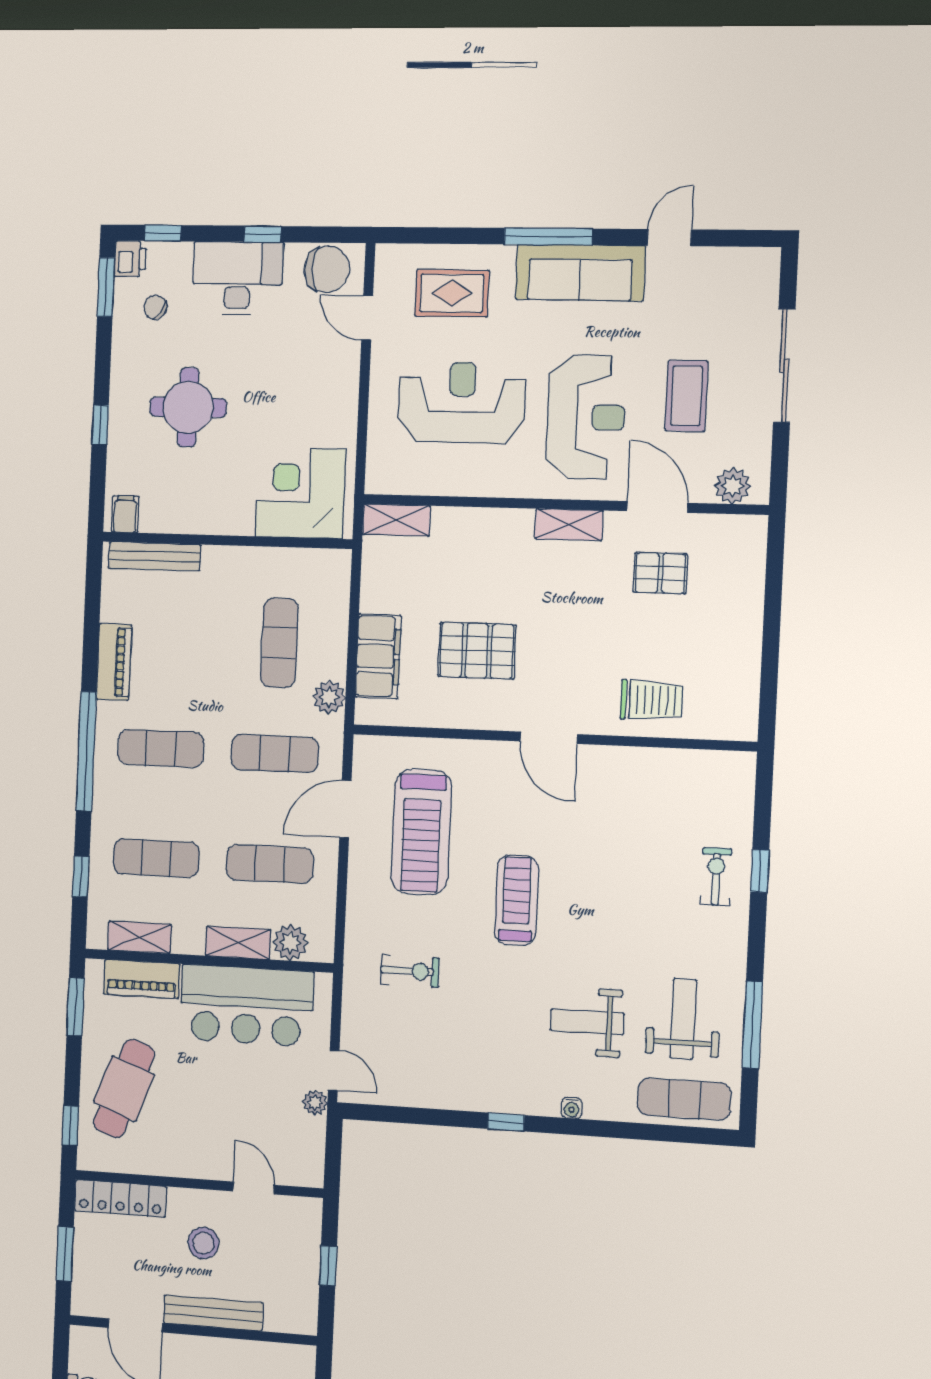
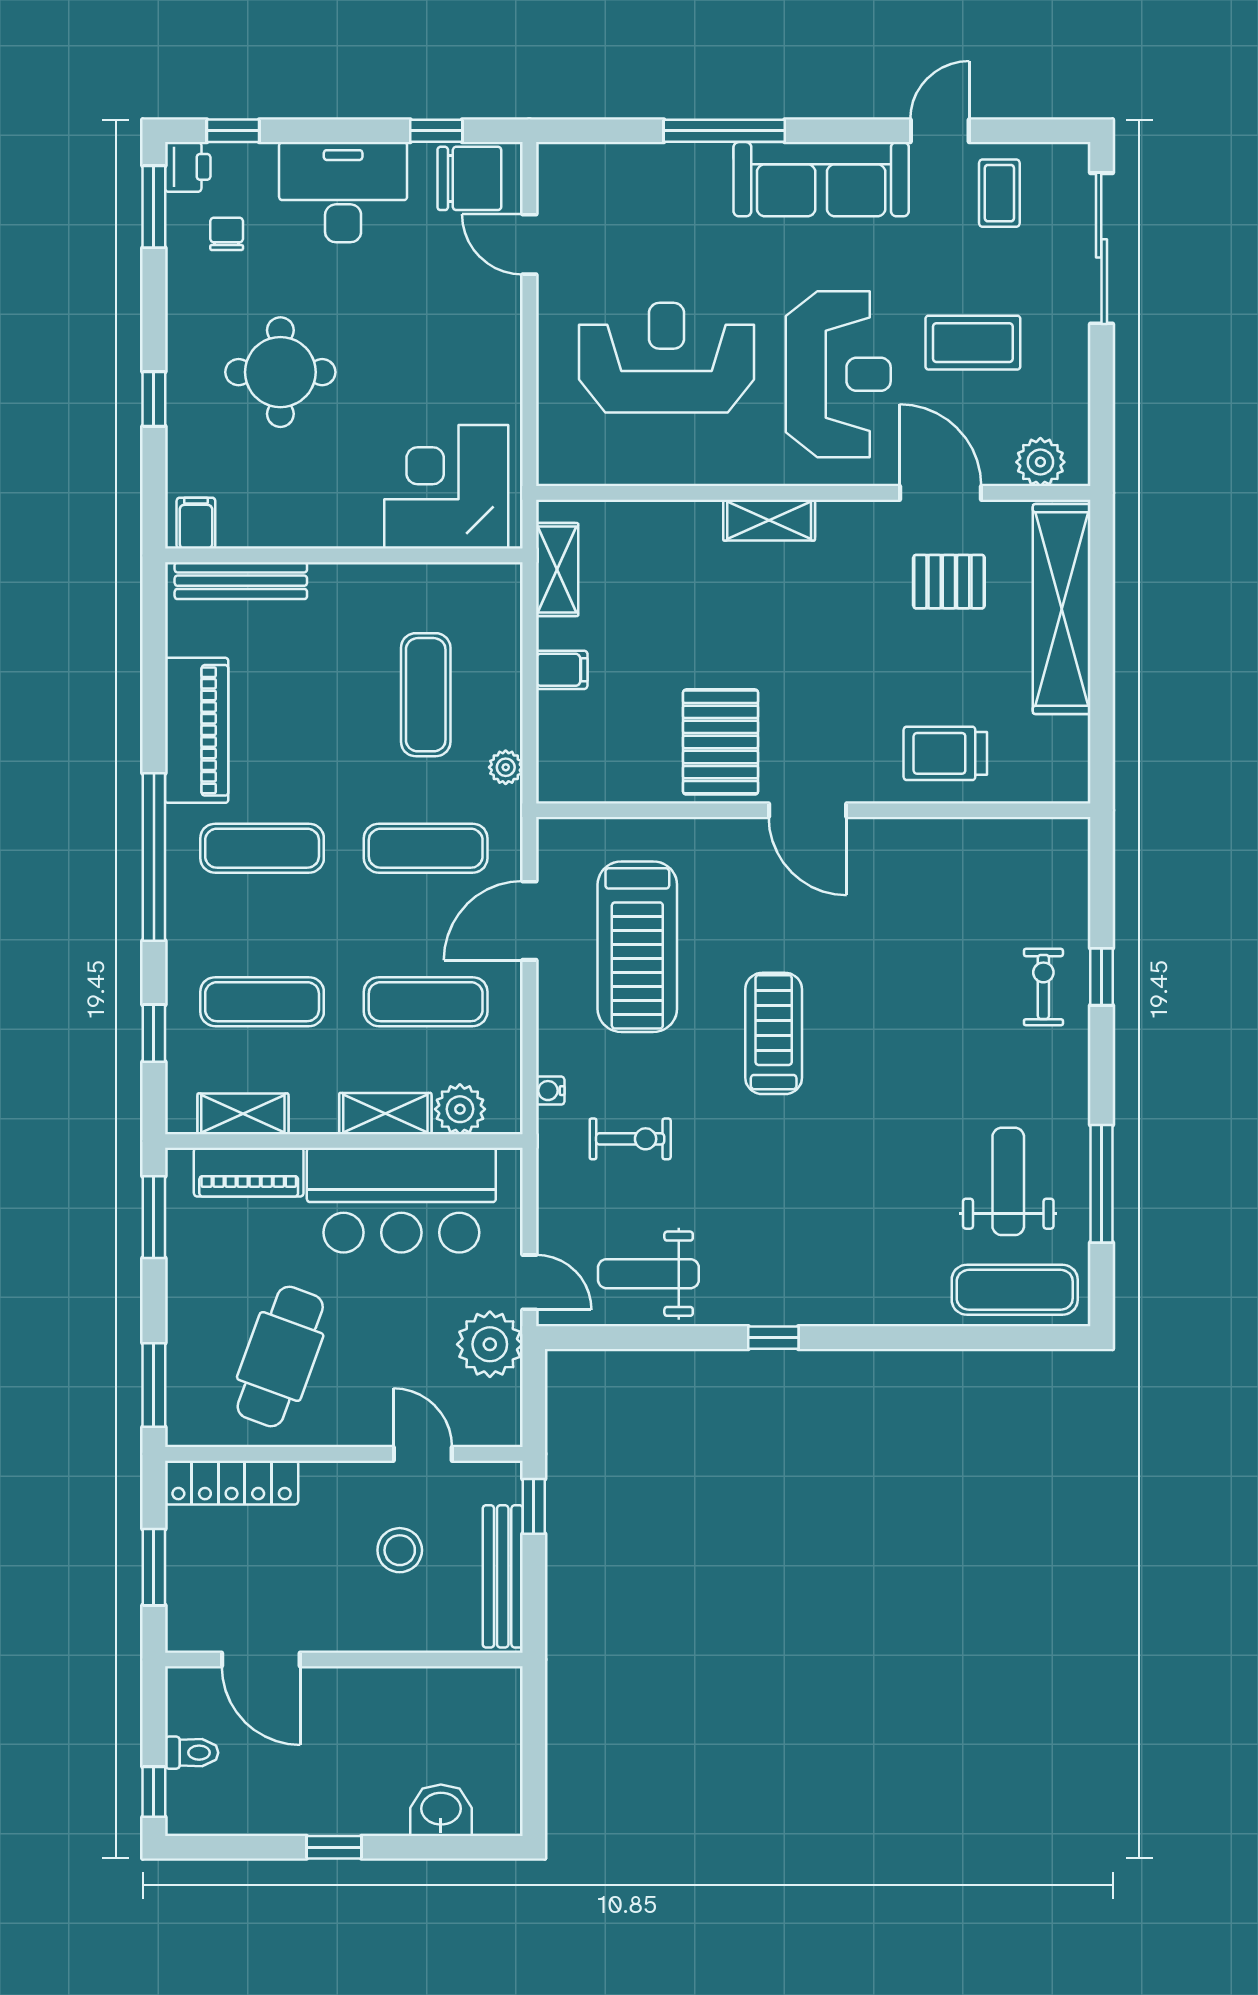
window: (263, 234) -> (436, 131), moved
window: (548, 237) -> (724, 131), moved
coffee table: (712, 285) -> (999, 193), added
rug: (452, 293) -> (646, 209), removed
chair: (155, 307) -> (227, 234), turned 53
sliding door: (784, 366) -> (1101, 248), moved
coffee table: (686, 396) -> (973, 343), turned 90
shelving: (396, 520) -> (557, 570), moved, turned 90
shelving: (569, 525) -> (769, 520), moved
shelving: (743, 596) -> (1062, 609), added
pallet: (477, 651) -> (721, 742), moved, turned 90
filing cabinet: (378, 656) -> (562, 670), width x0.33, depth x0.86
piano: (114, 662) -> (197, 730), width x1.37, depth x1.33
plant: (329, 697) -> (506, 767), width x0.73, depth x0.73
trolley: (652, 700) -> (945, 753), turned 180
weight bench: (587, 1022) -> (648, 1274), moved
cafe table: (124, 1089) -> (280, 1356), moved
plant: (315, 1103) -> (490, 1344), width x1.87, depth x1.87
water cooler: (572, 1108) -> (550, 1091), moved, turned 90
window: (70, 1126) -> (154, 1385), width x1.50
stool: (203, 1243) -> (400, 1550), moved
window: (328, 1266) -> (534, 1506), moved
bench: (213, 1313) -> (503, 1576), moved, turned 90

